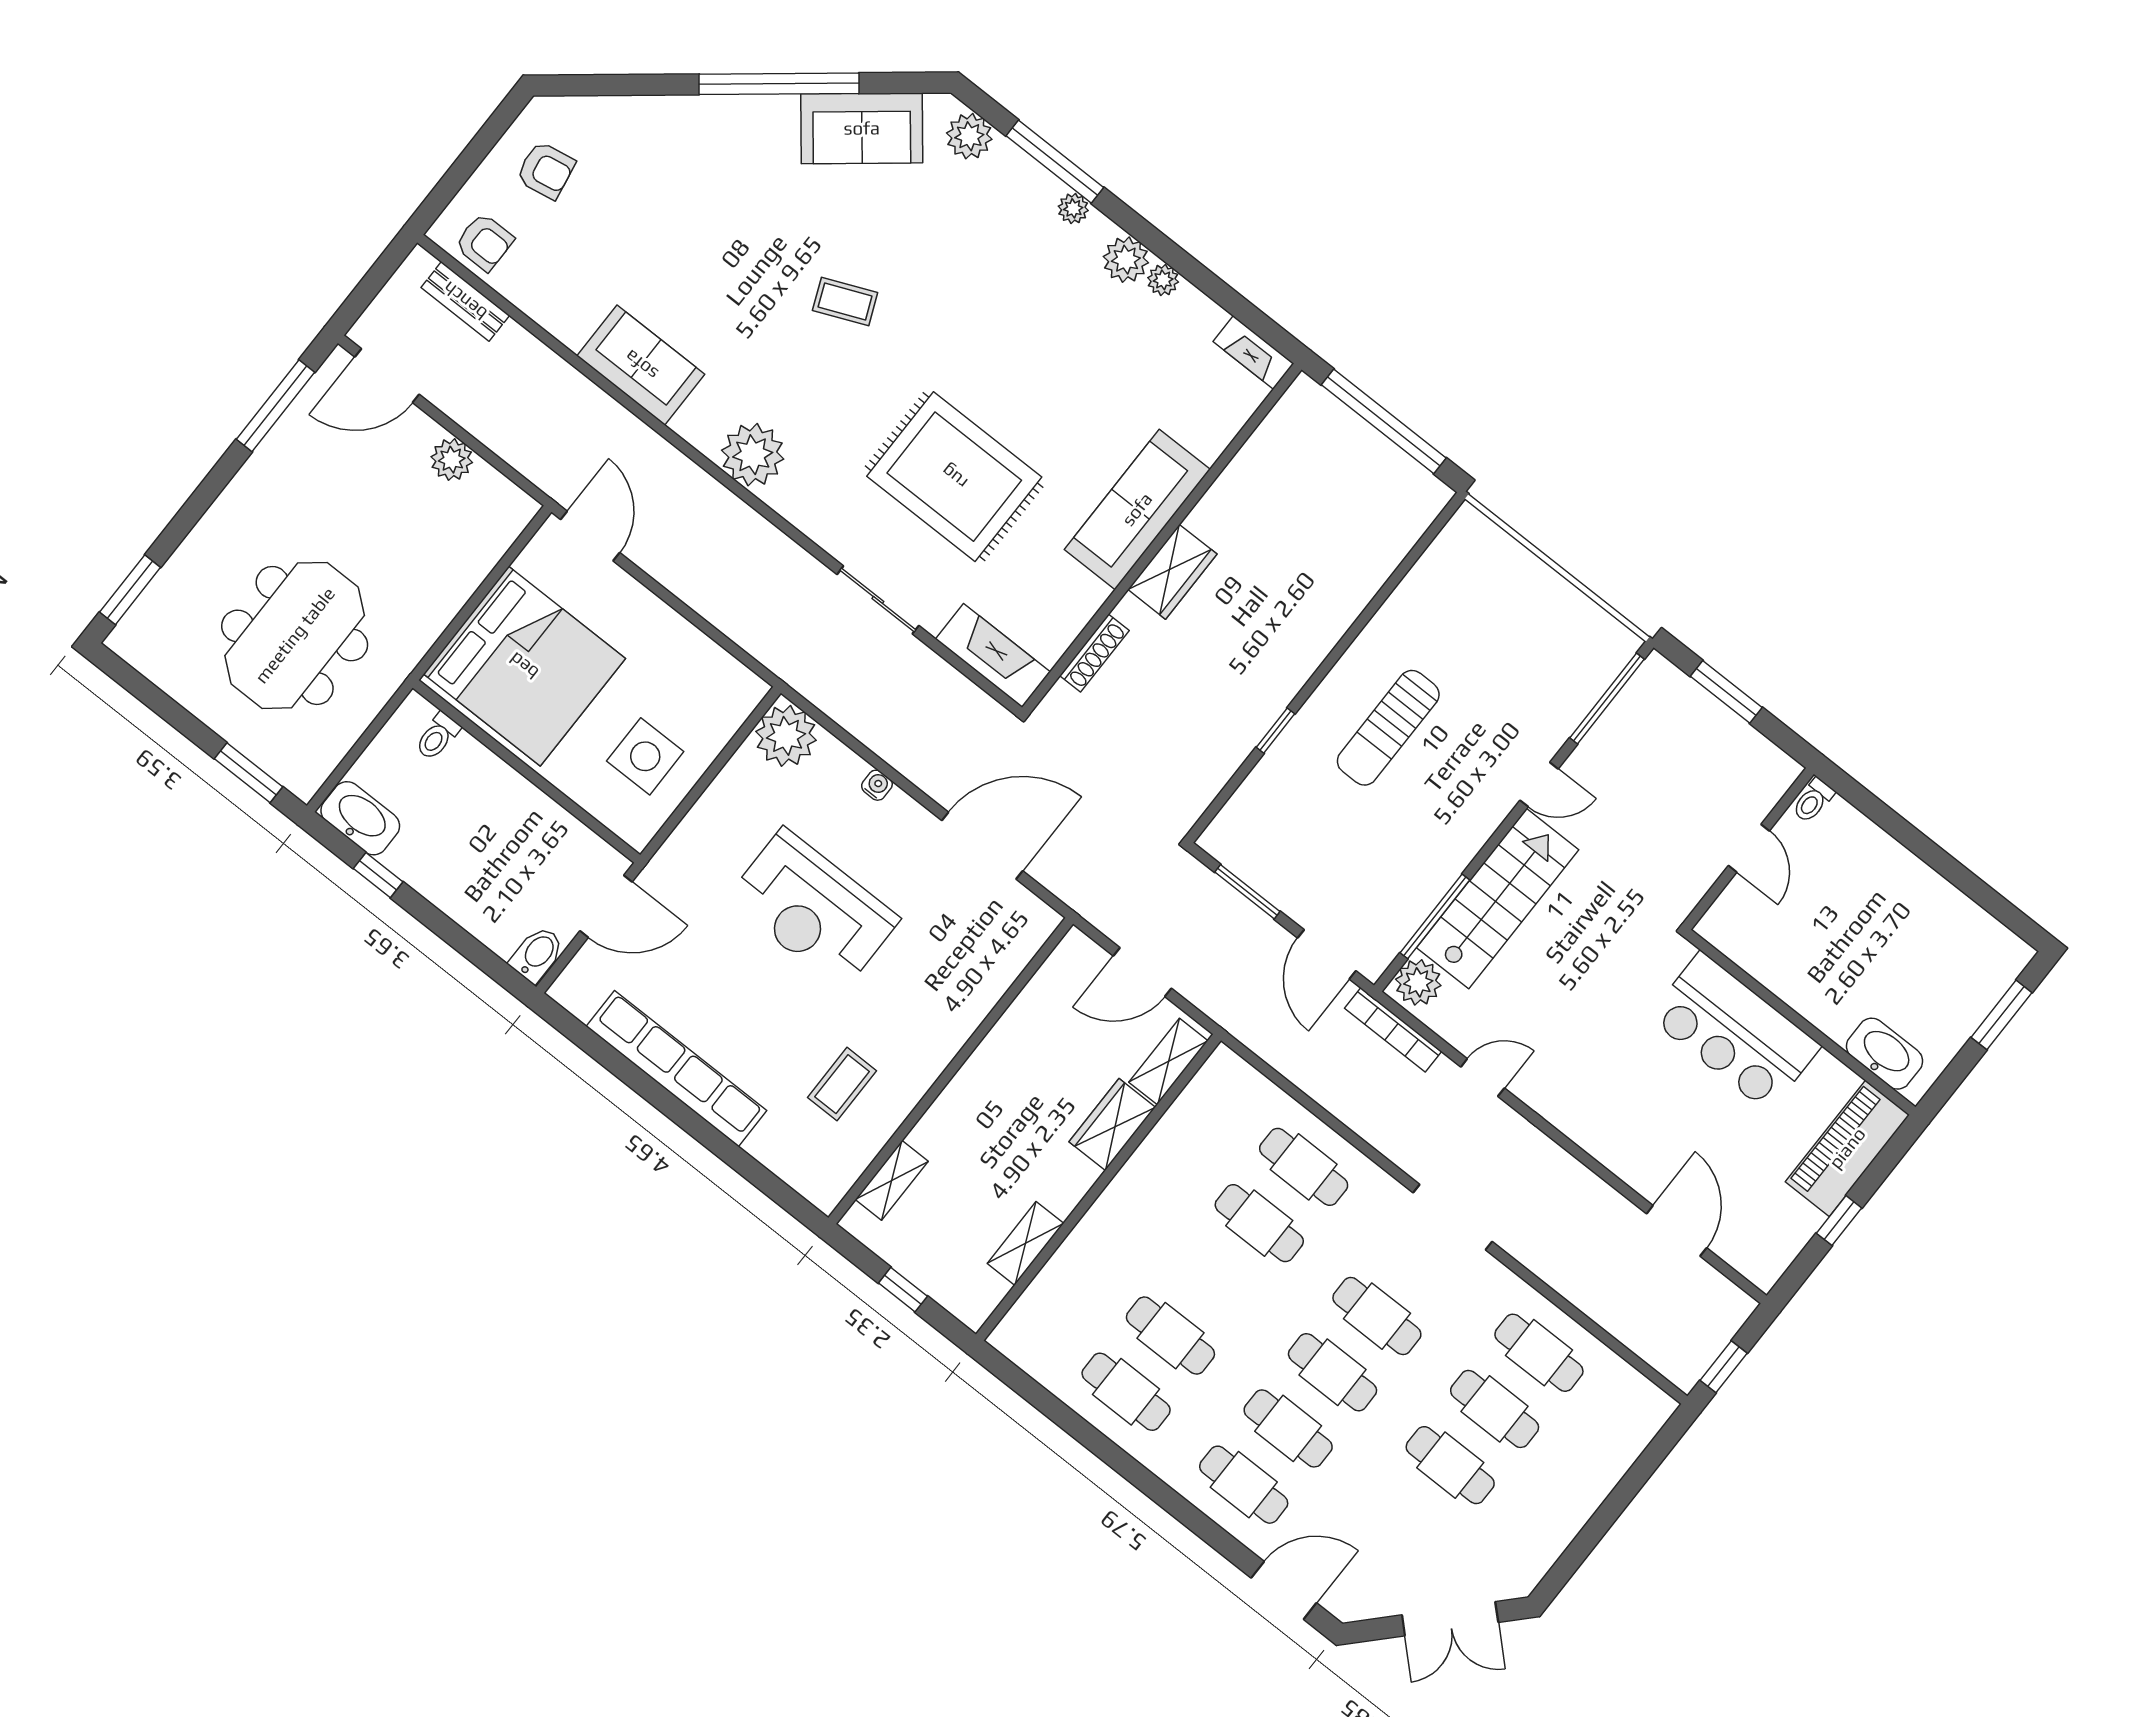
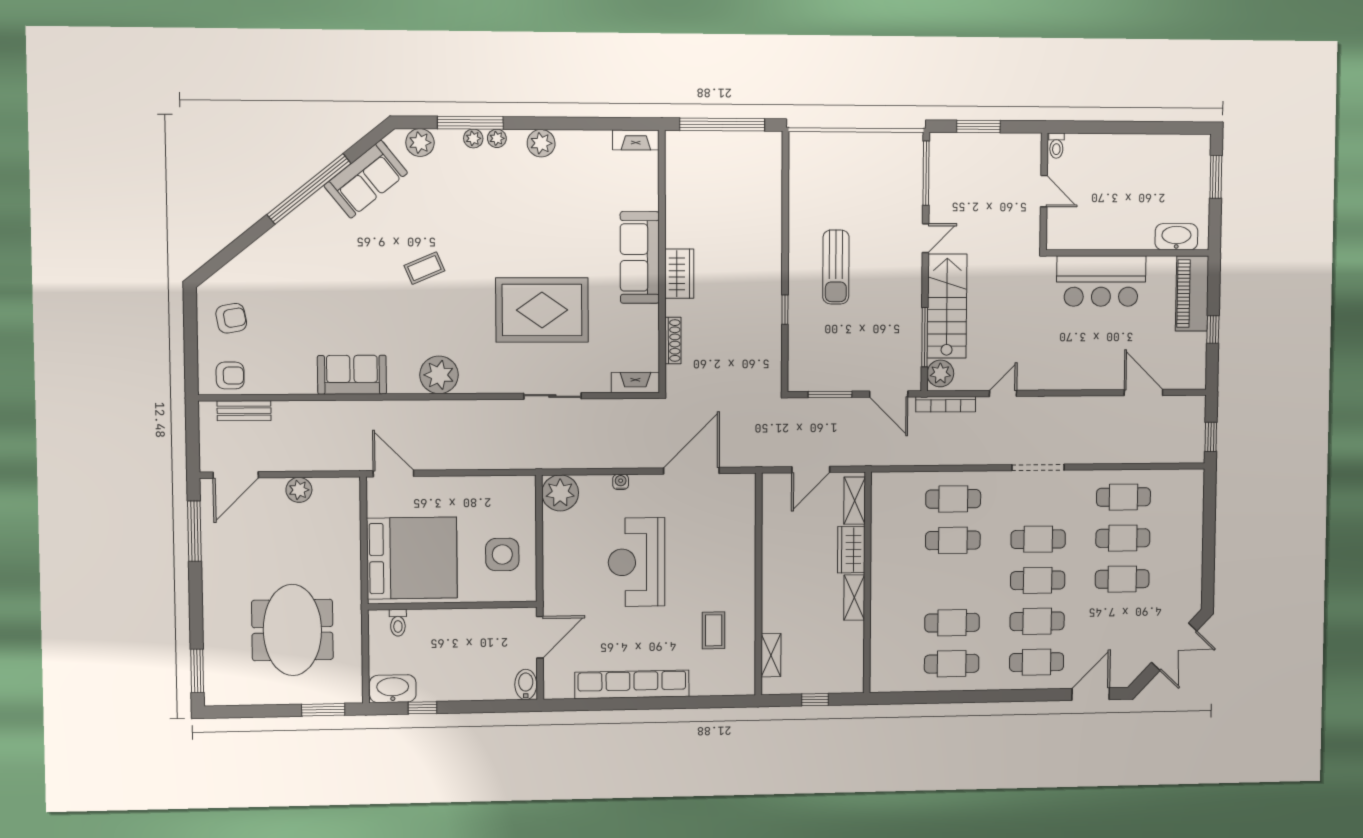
plant: (1163, 280) -> (473, 138), moved
fireplace: (993, 656) -> (635, 382), width x0.73, depth x0.76
reception desk: (813, 909) -> (637, 562), turned 90
shelving: (1025, 1243) -> (854, 598), moved

